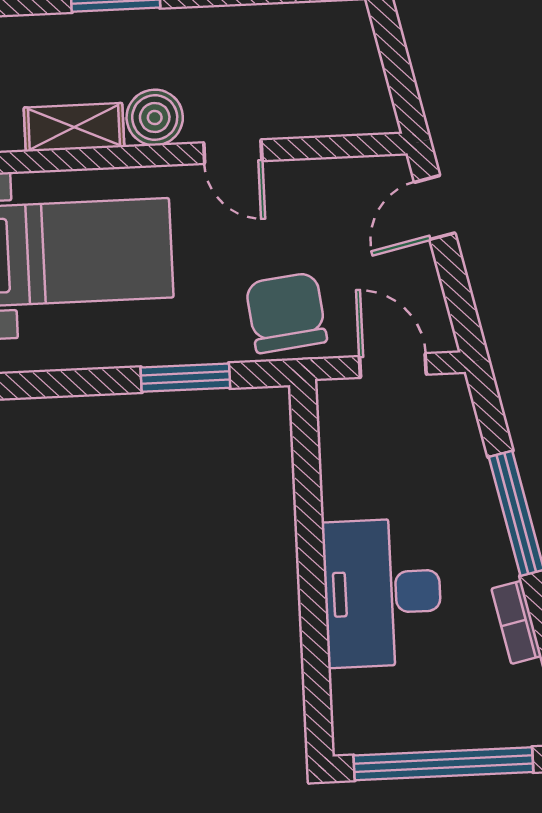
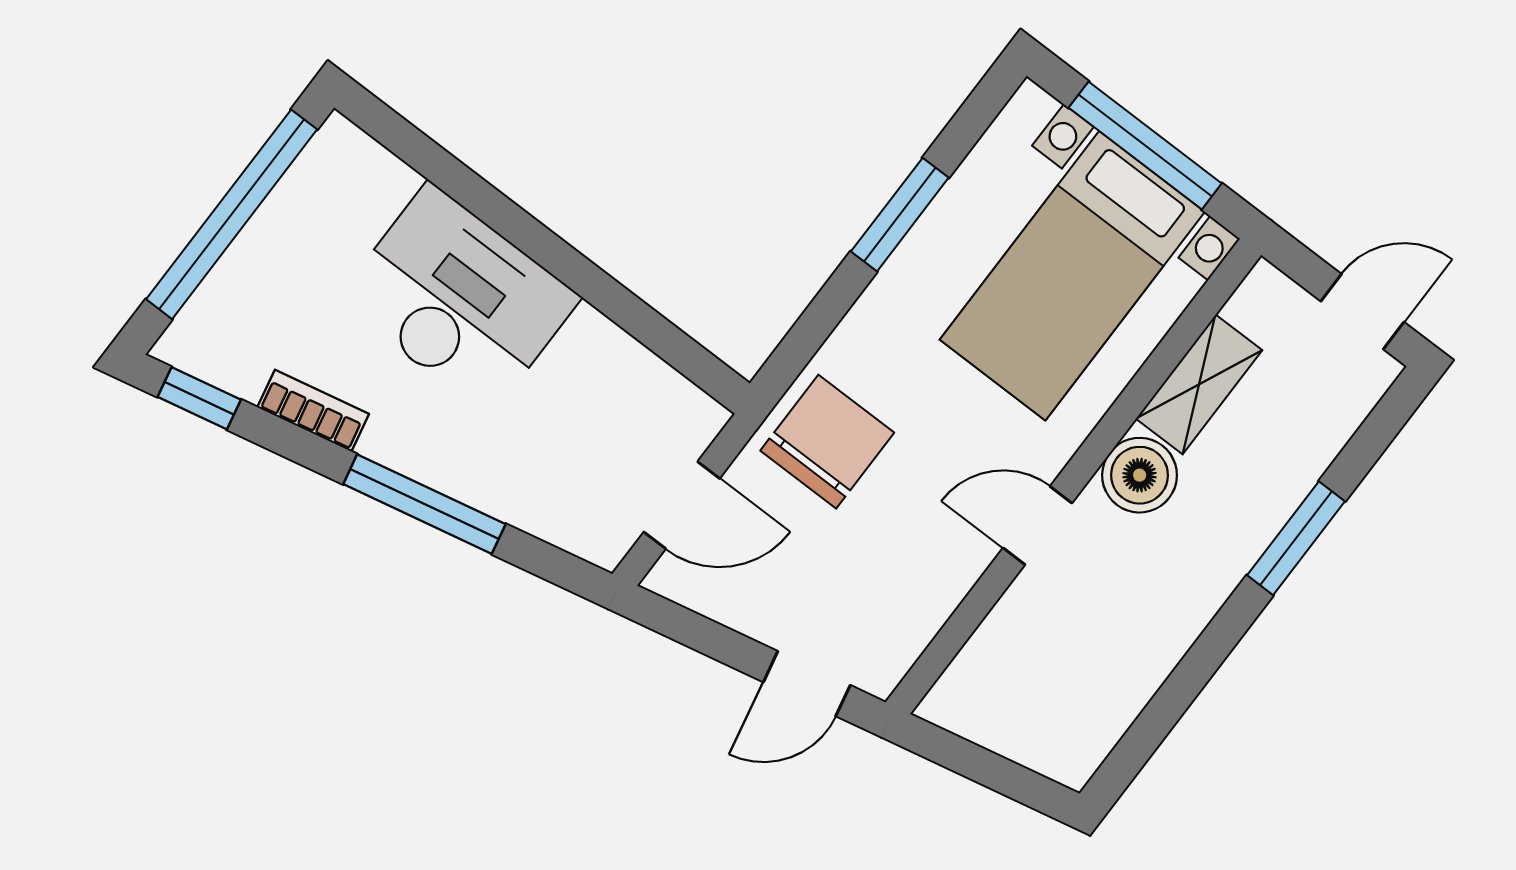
door: (435, 208) -> (807, 684), swing flipped
chair: (286, 313) -> (827, 442), turned -83
window: (185, 378) -> (900, 215), moved

